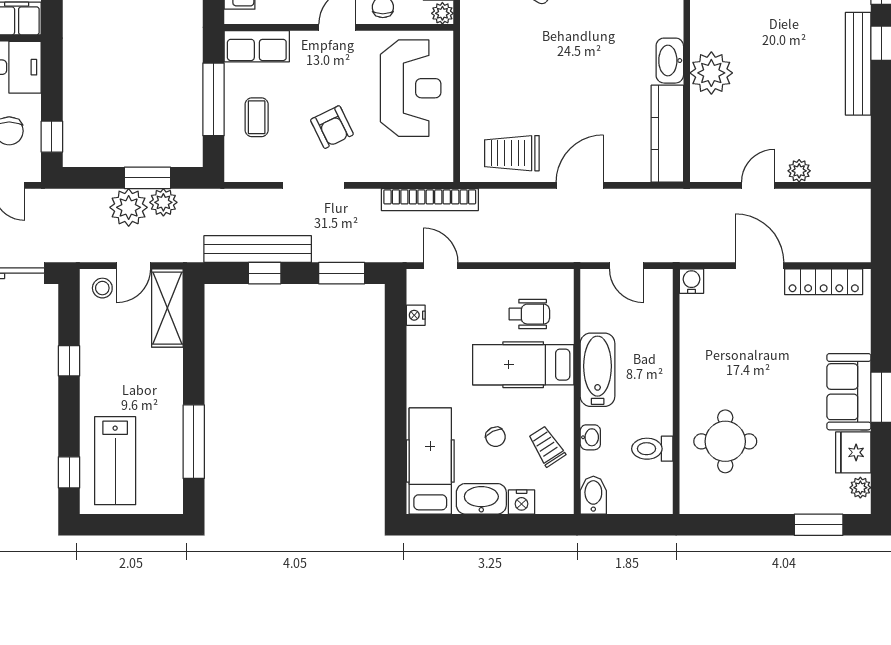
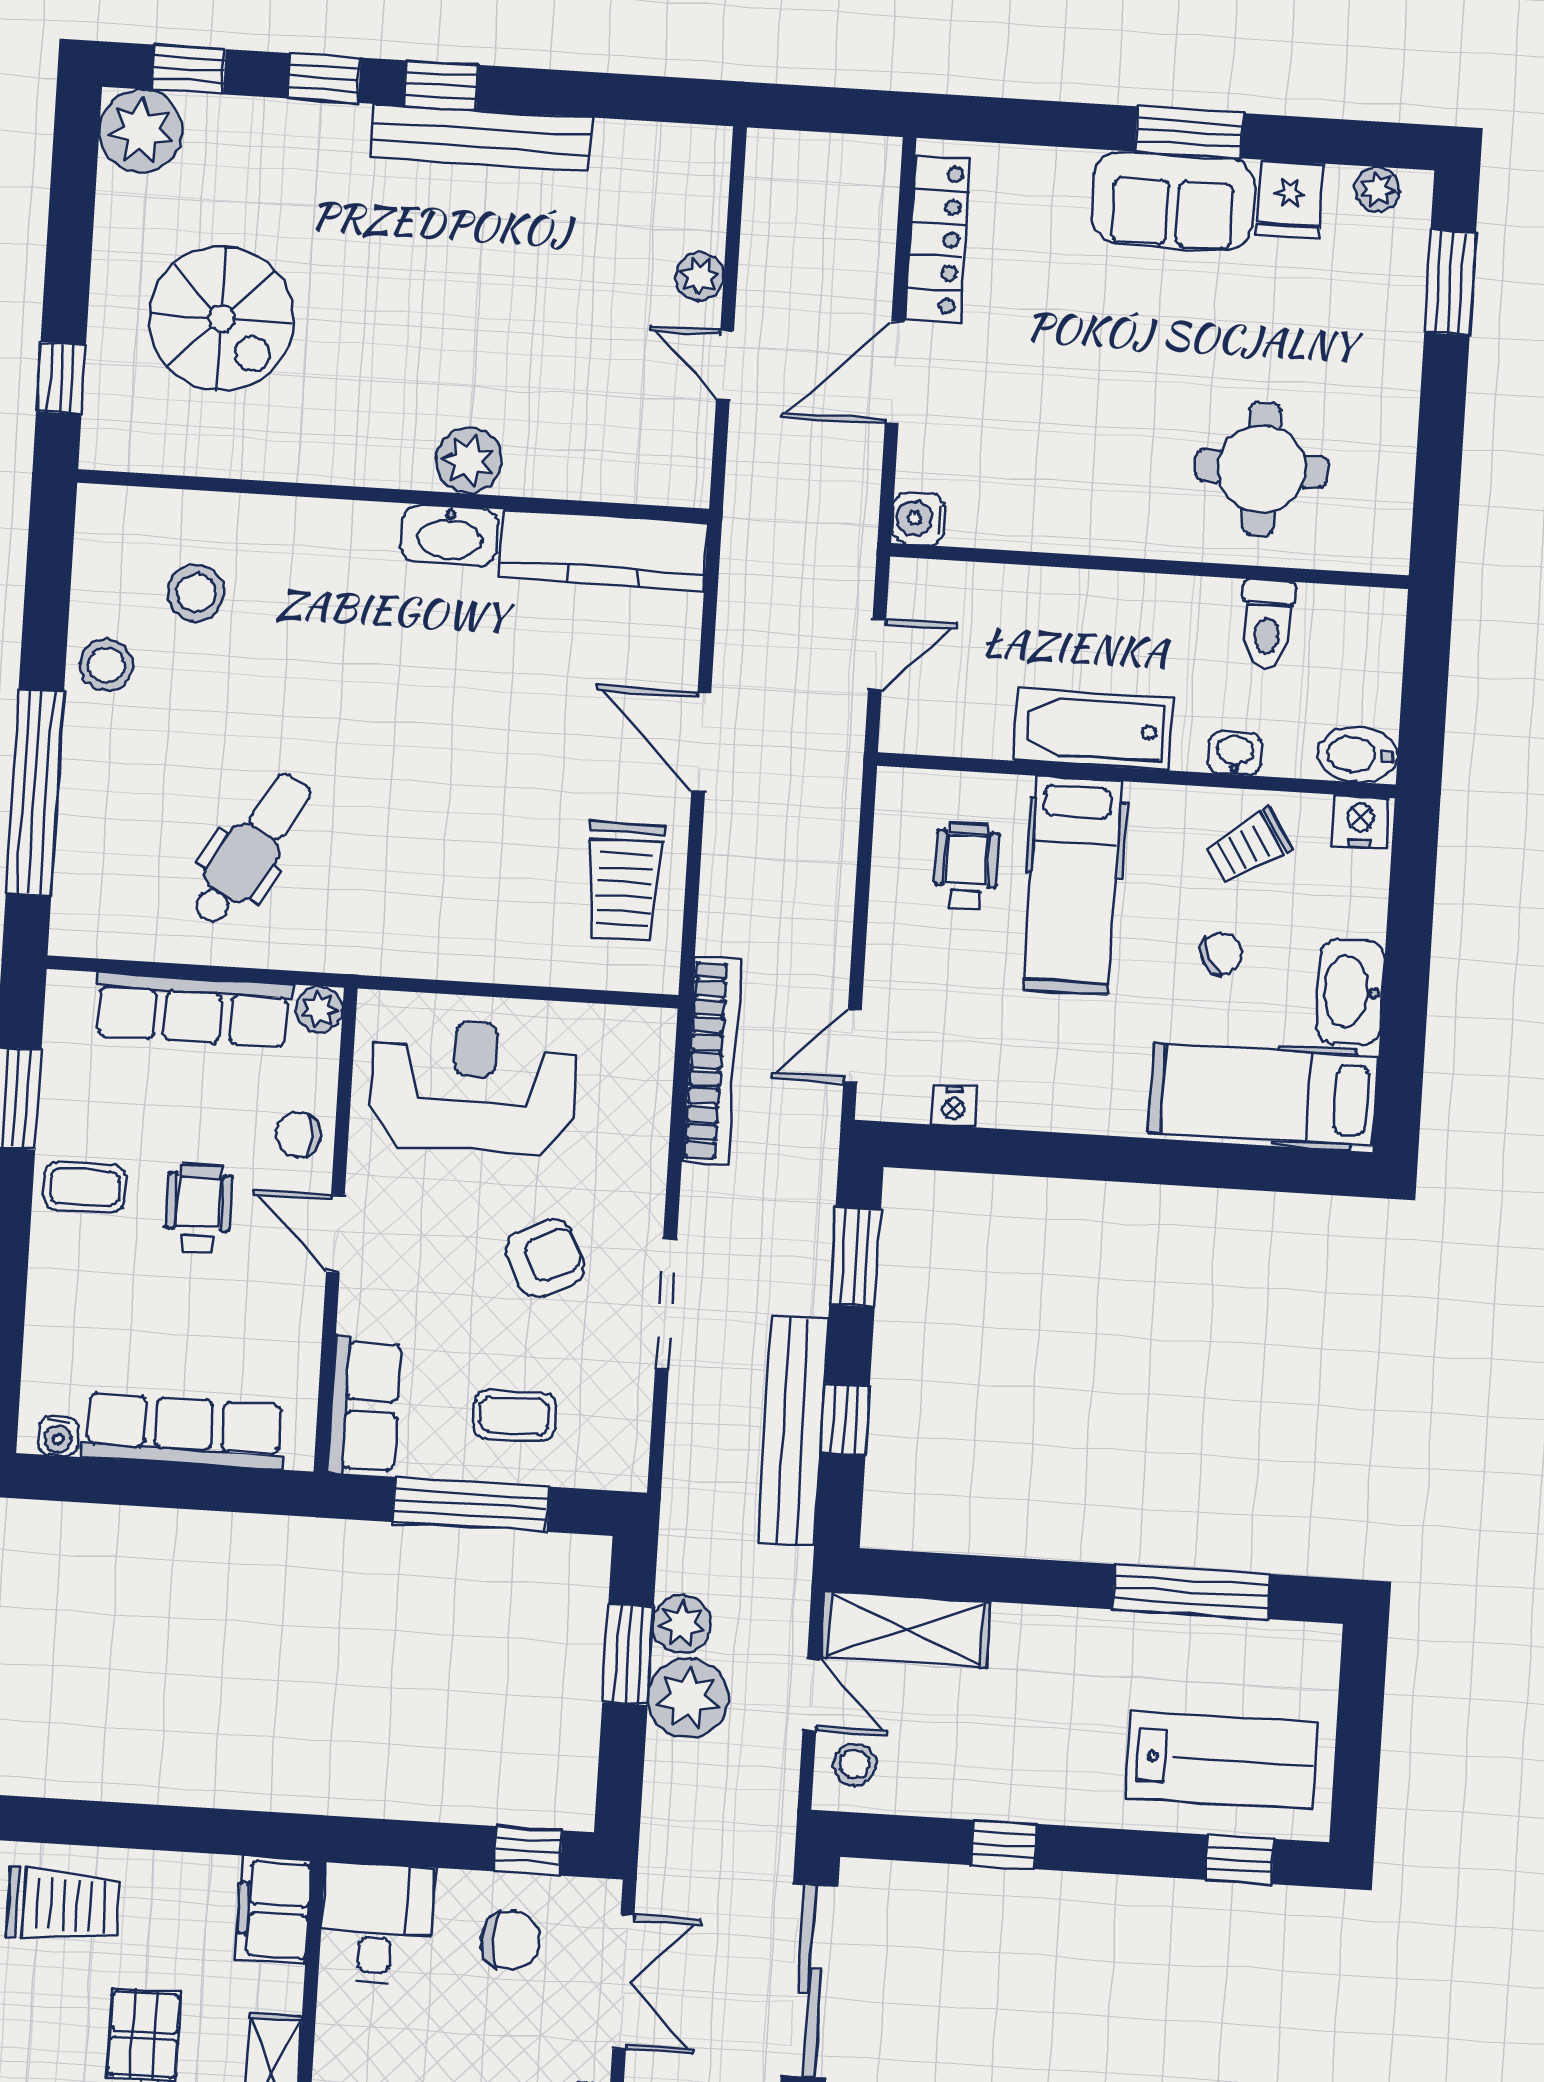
plant: (711, 73) -> (469, 460), width x0.73, depth x0.73
fridge: (853, 452) -> (1290, 199), width x0.72
nightstand: (522, 502) -> (1360, 822), moved, turned -90

